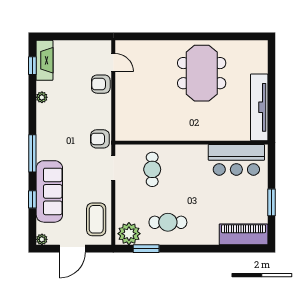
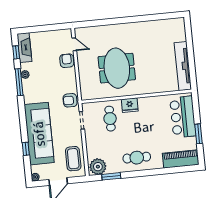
meeting table: (202, 73) -> (117, 68), moved
armchair: (101, 84) -> (67, 61), turned 90
window: (32, 153) -> (19, 82), moved
fridge: (181, 154) -> (130, 105), added
bar counter: (236, 160) -> (183, 117), moved, turned 90
sofa: (49, 191) -> (39, 134), width x1.36, depth x1.27
cafe table: (168, 222) -> (137, 158), moved

